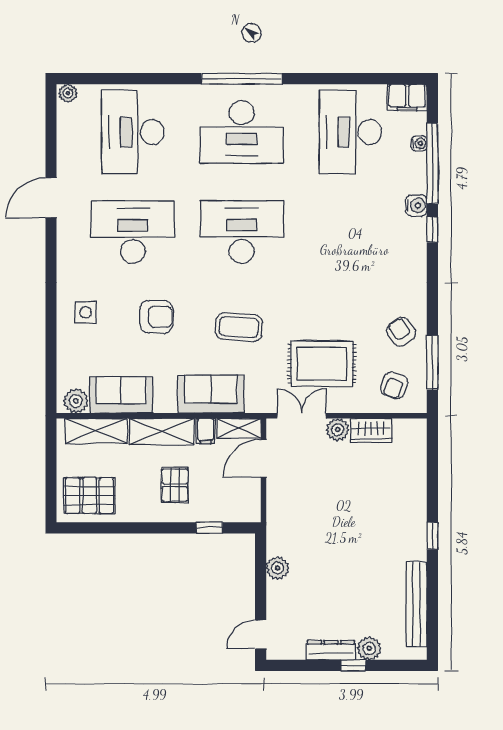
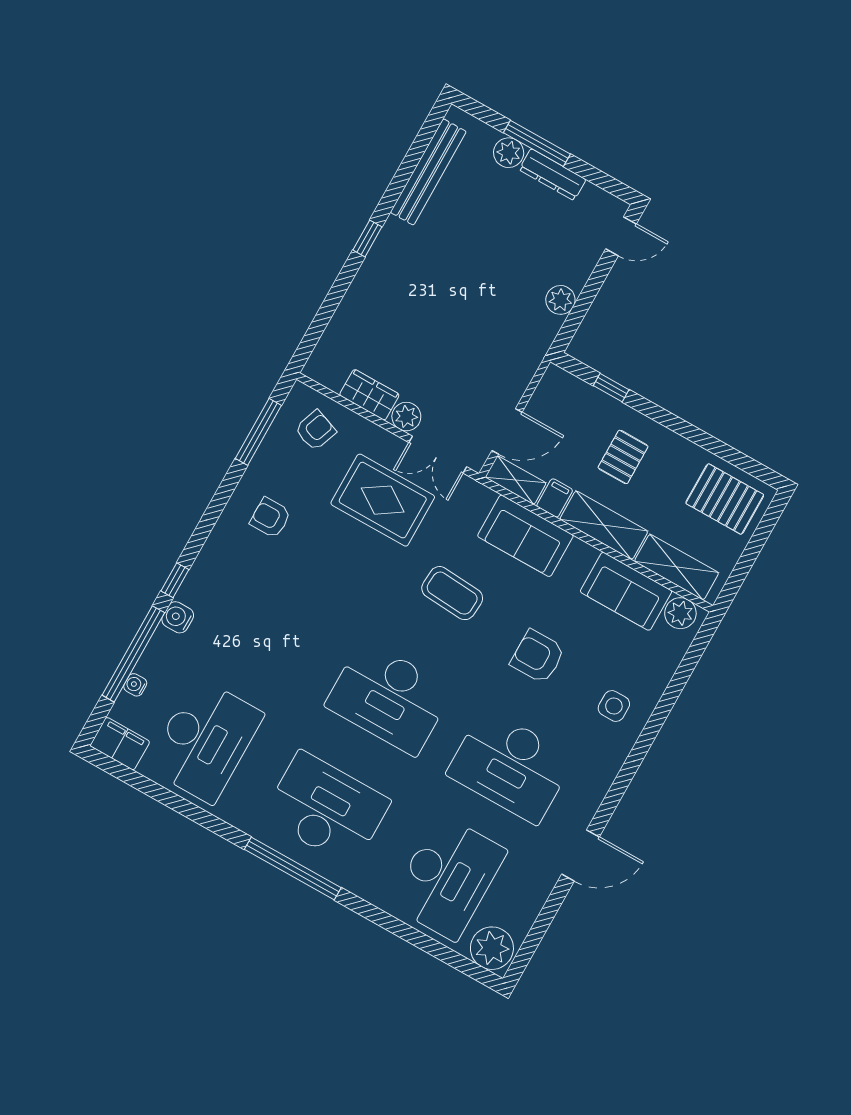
plant: (68, 93) -> (492, 948), width x1.87, depth x1.87
armchair: (401, 332) -> (270, 518), moved, turned 125
window: (354, 665) -> (537, 143), width x2.17

